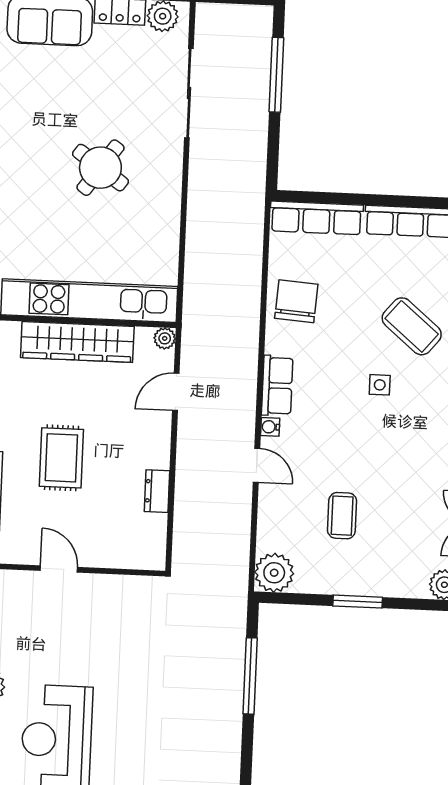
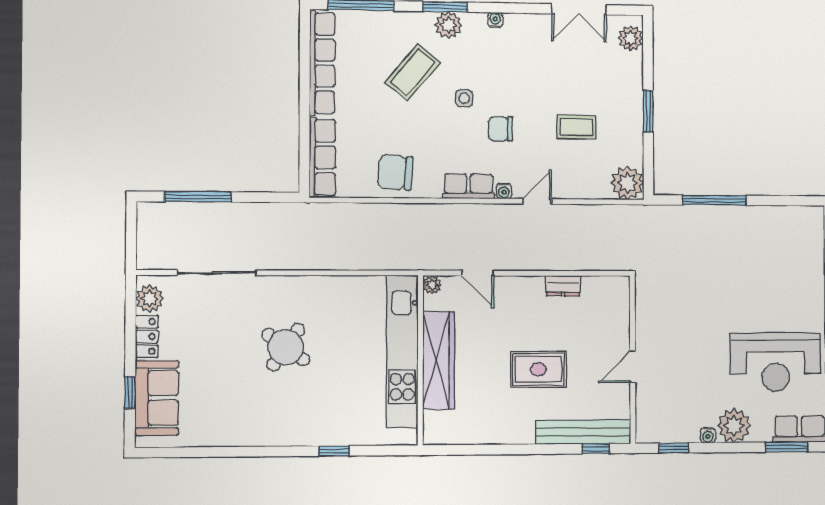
chair: (343, 426) -> (501, 129), added

